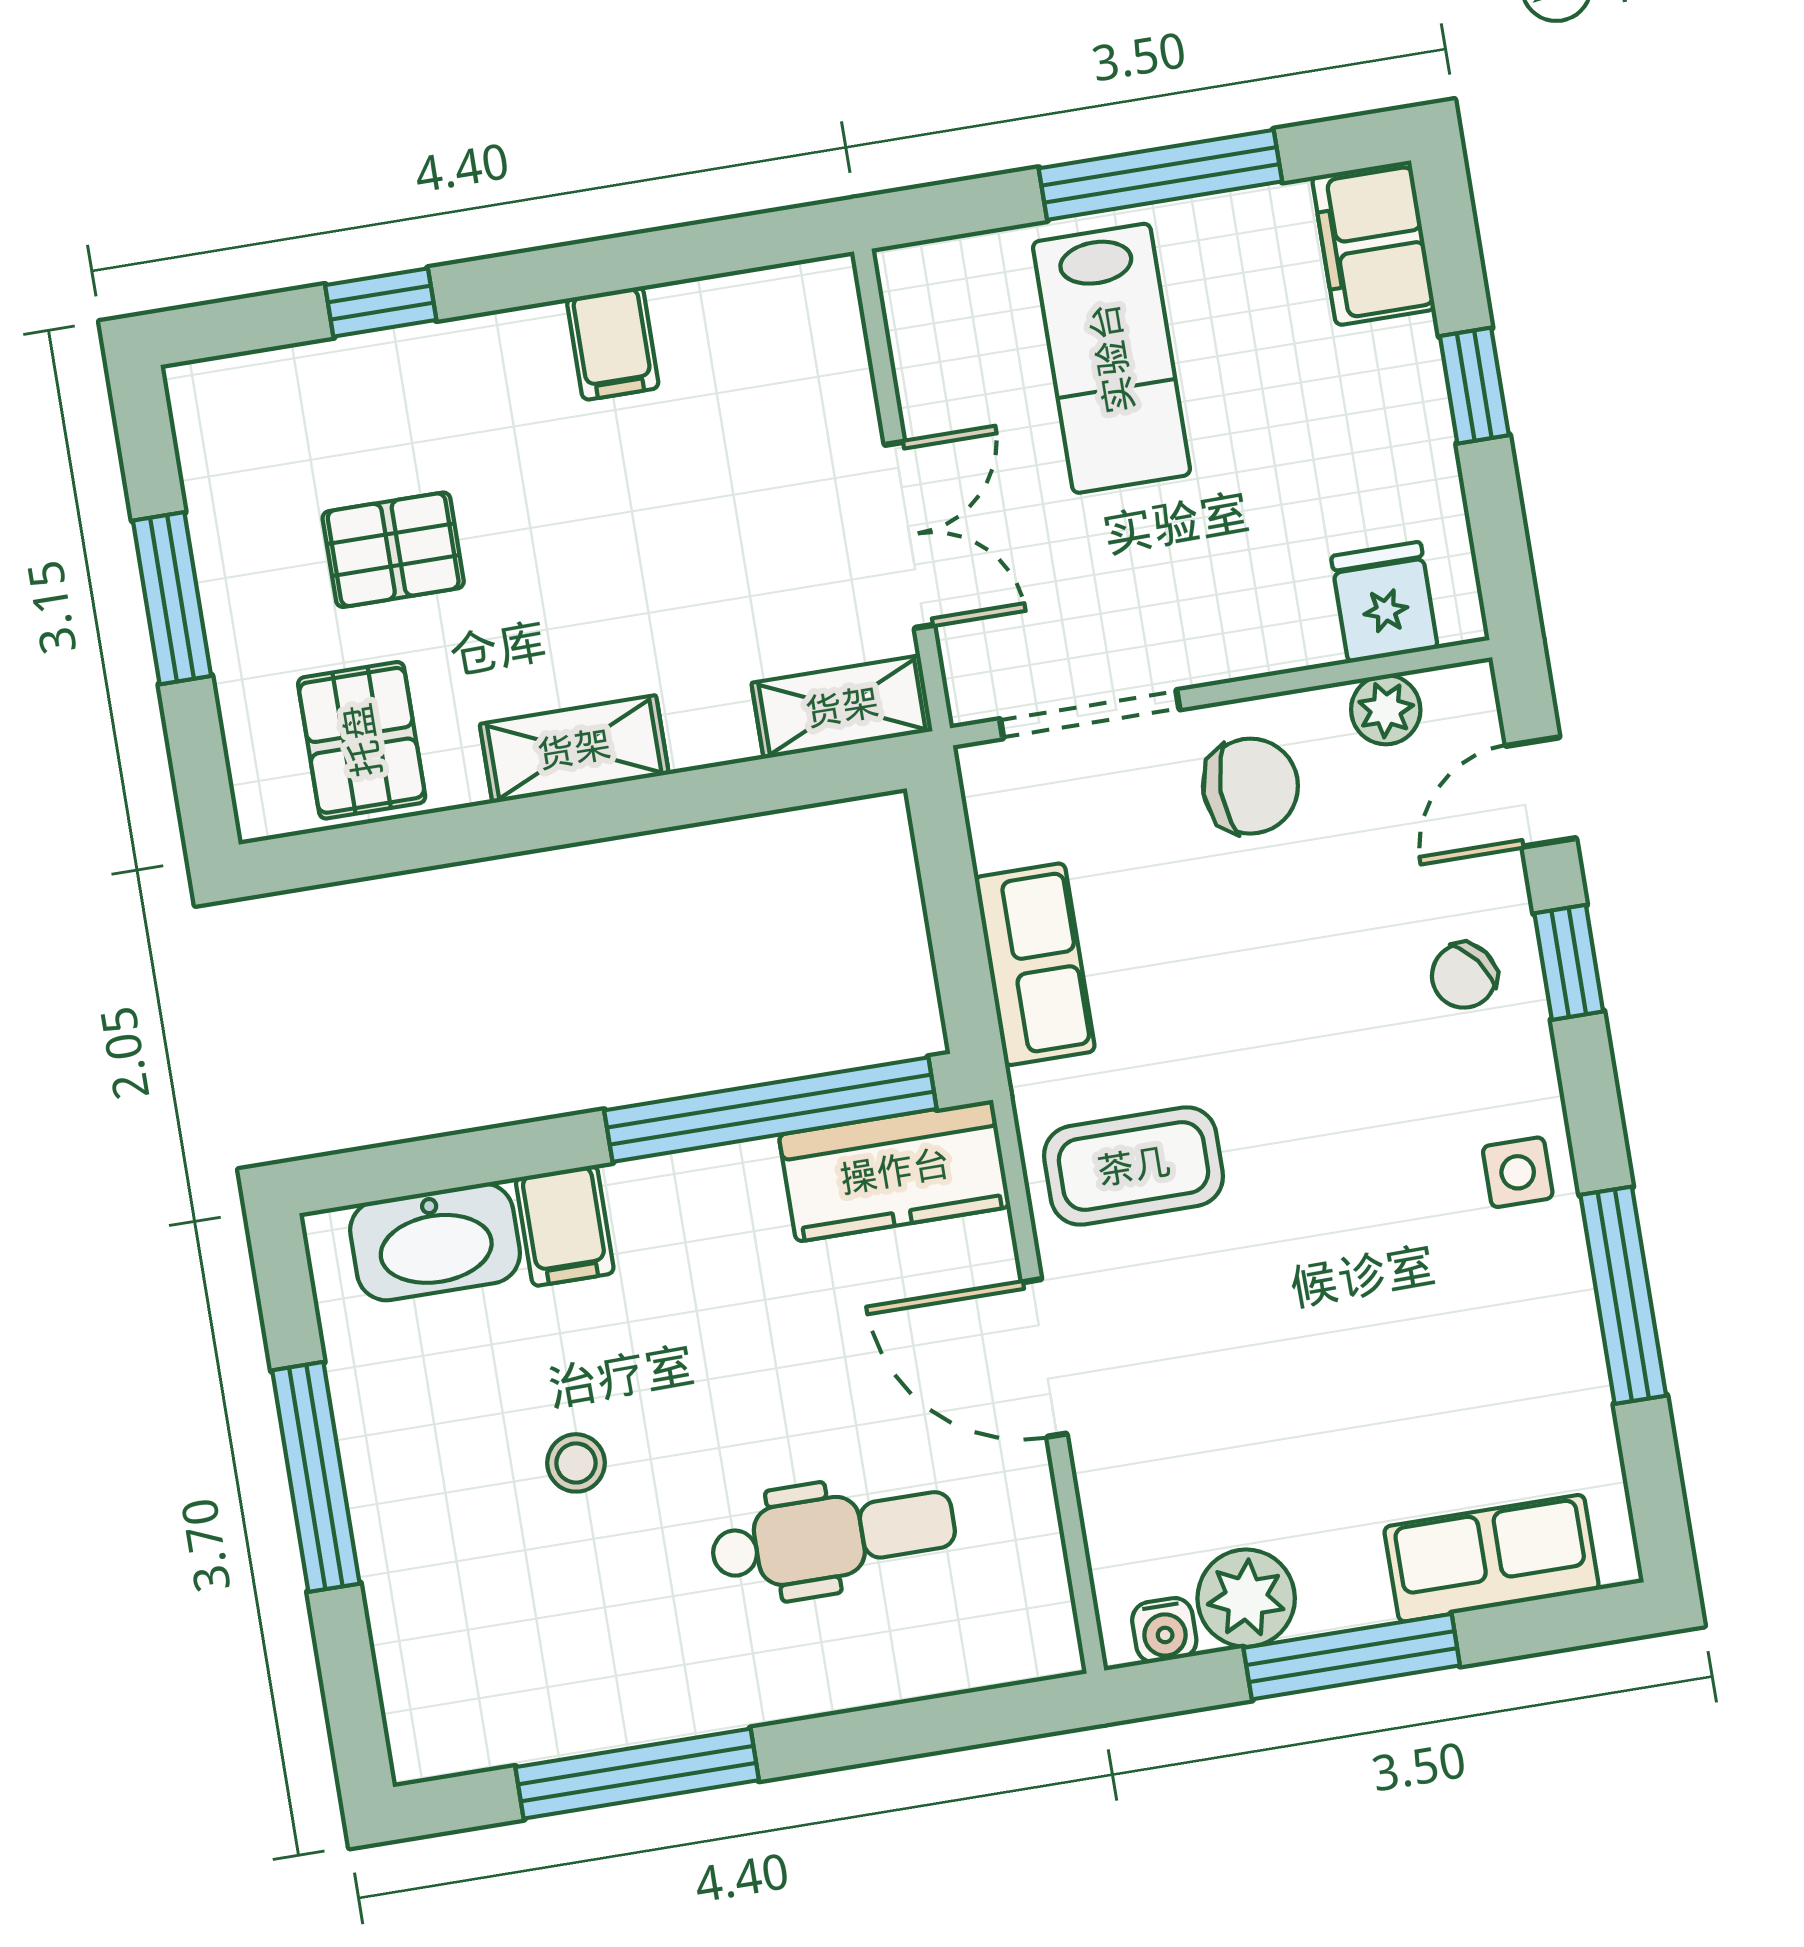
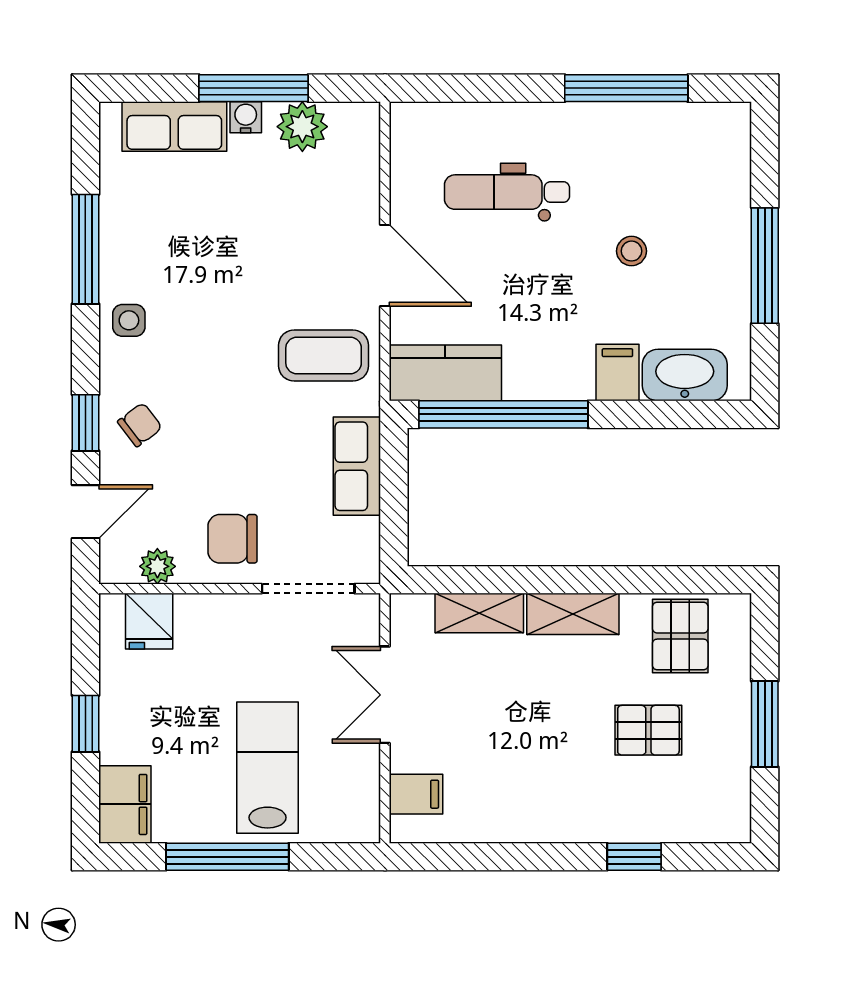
filing cabinet: (613, 343) -> (416, 794), moved, turned 90
shelving: (842, 707) -> (479, 613), moved
water cooler: (1164, 1630) -> (246, 117), moved

